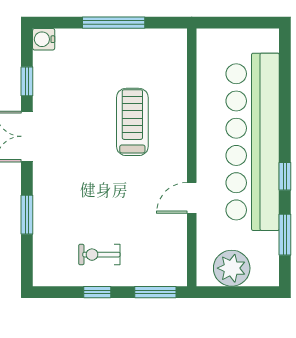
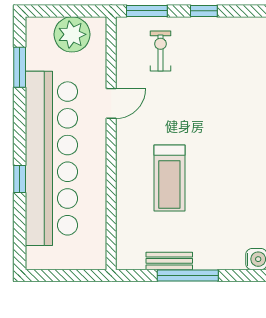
bench: (133, 37) -> (169, 261), added
window: (285, 176) -> (20, 179), moved
exercise bike: (99, 255) -> (160, 51), moved, turned -90

